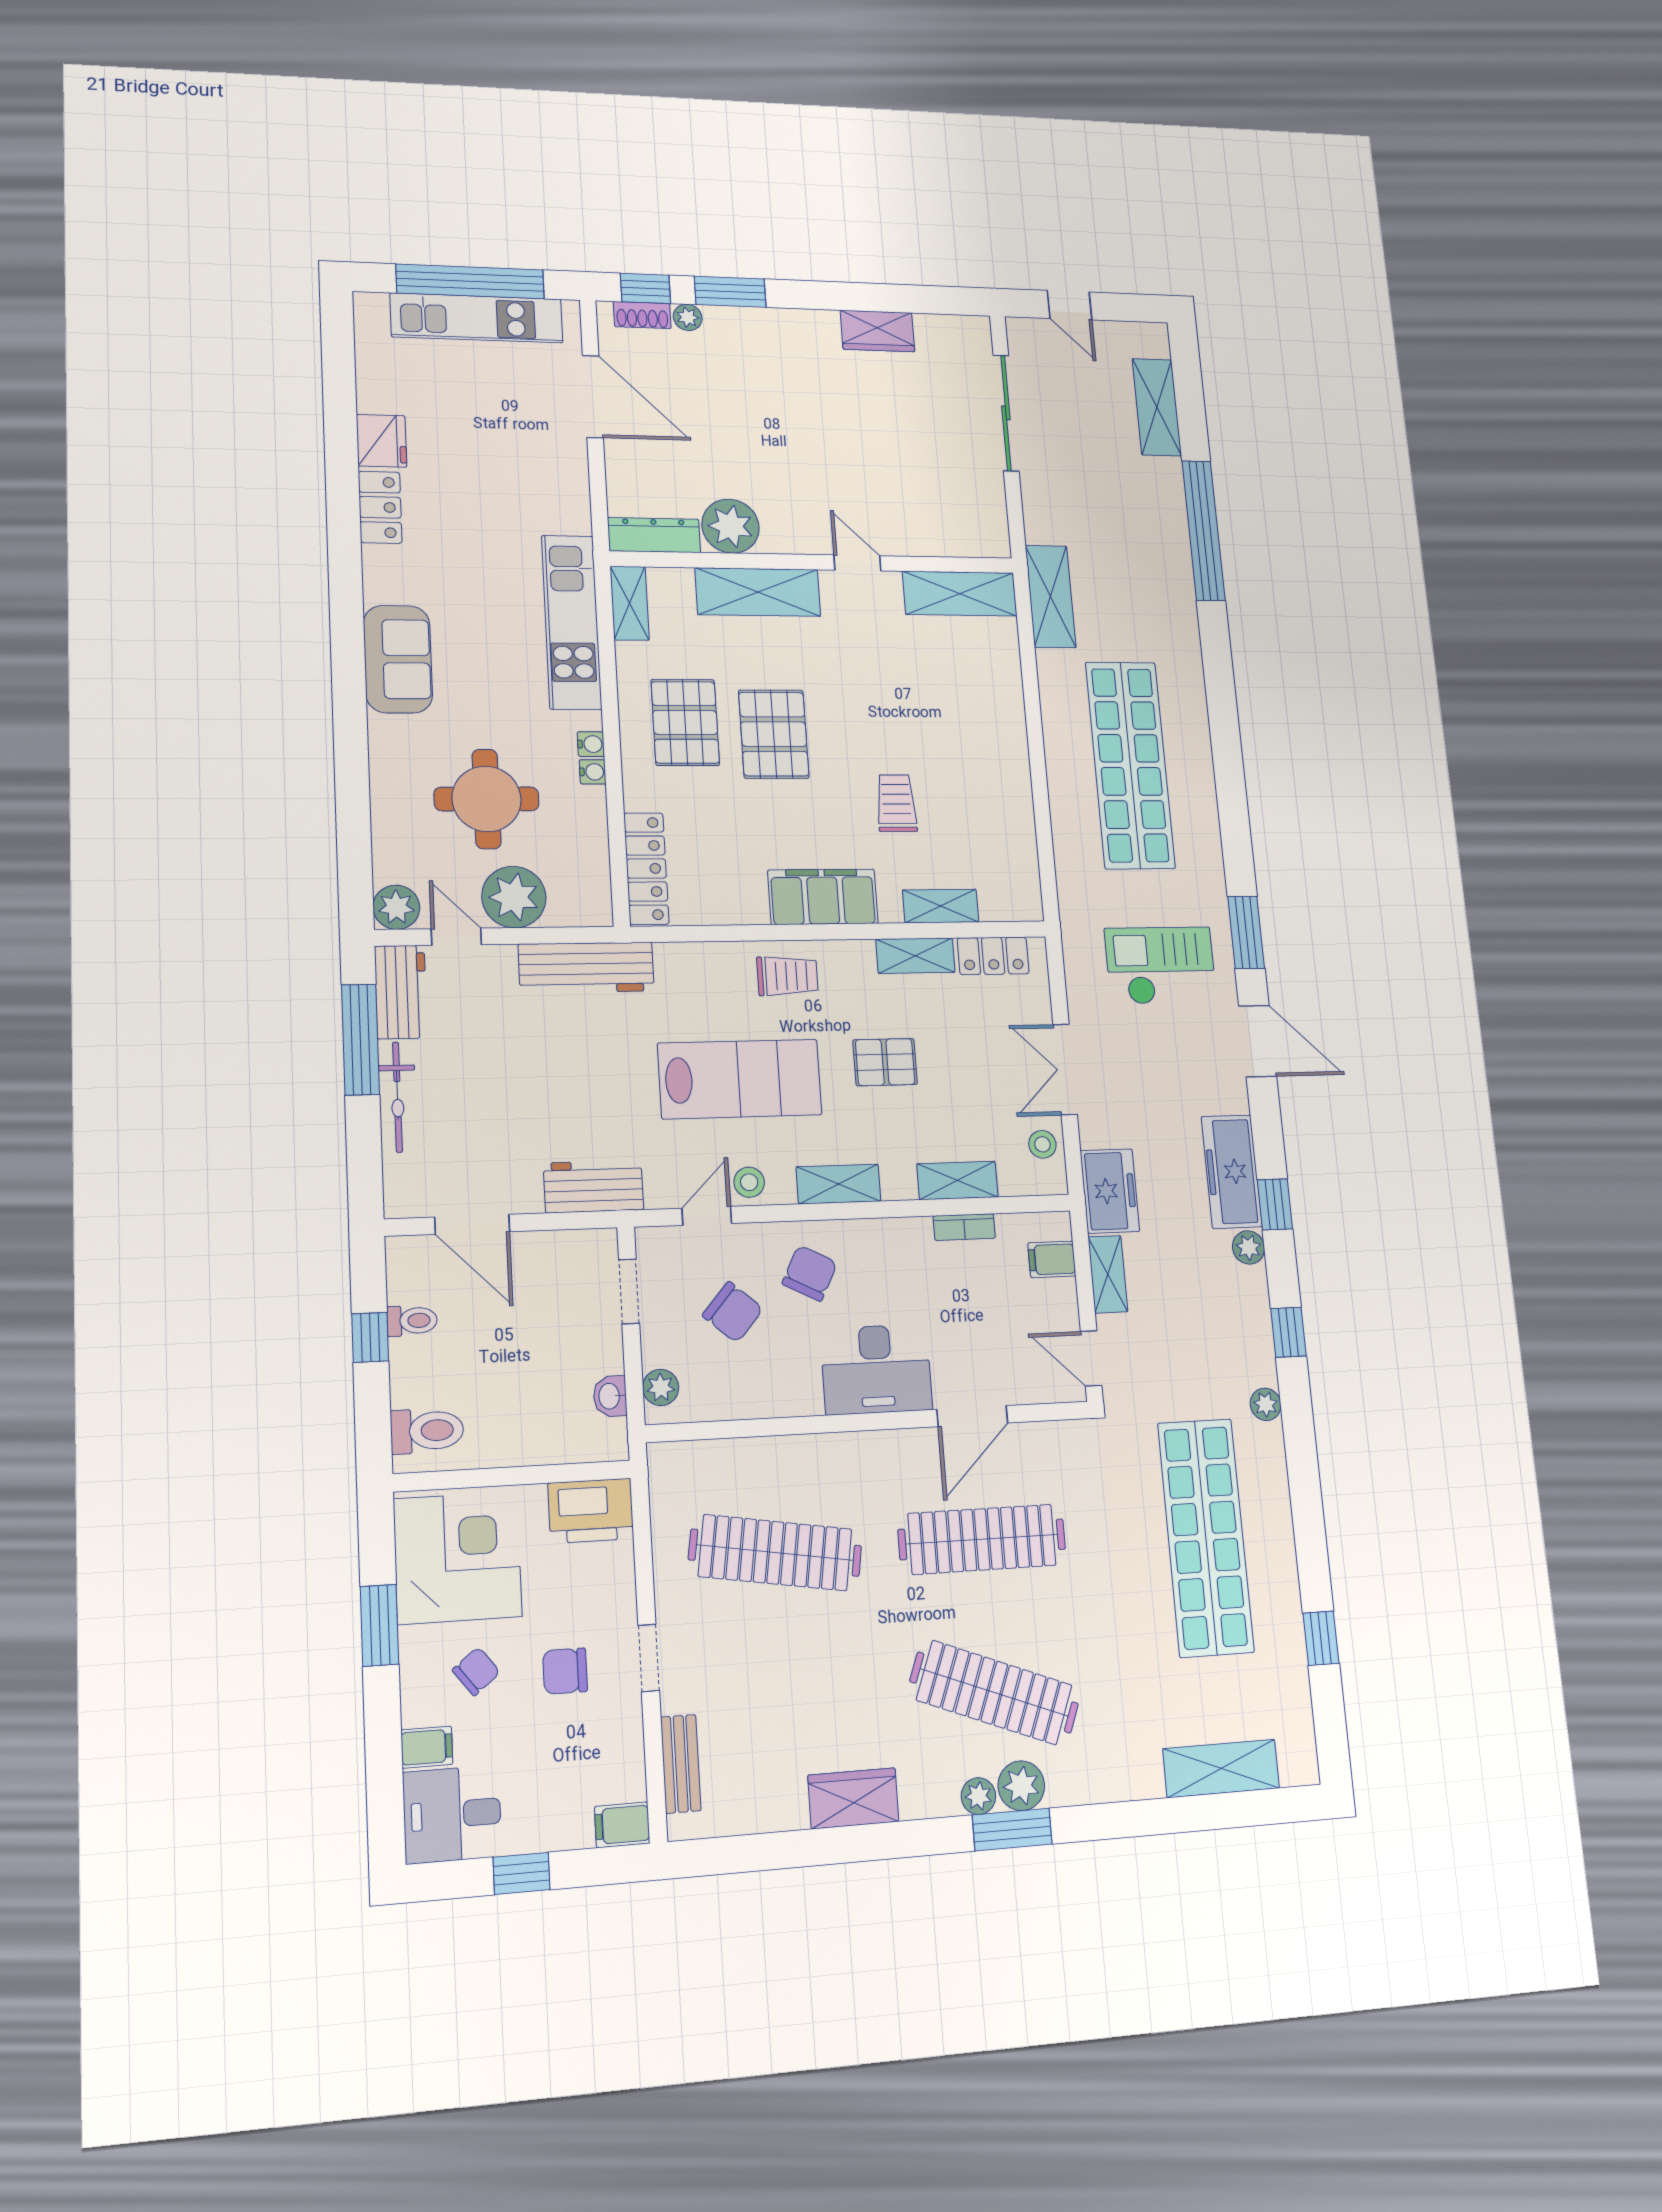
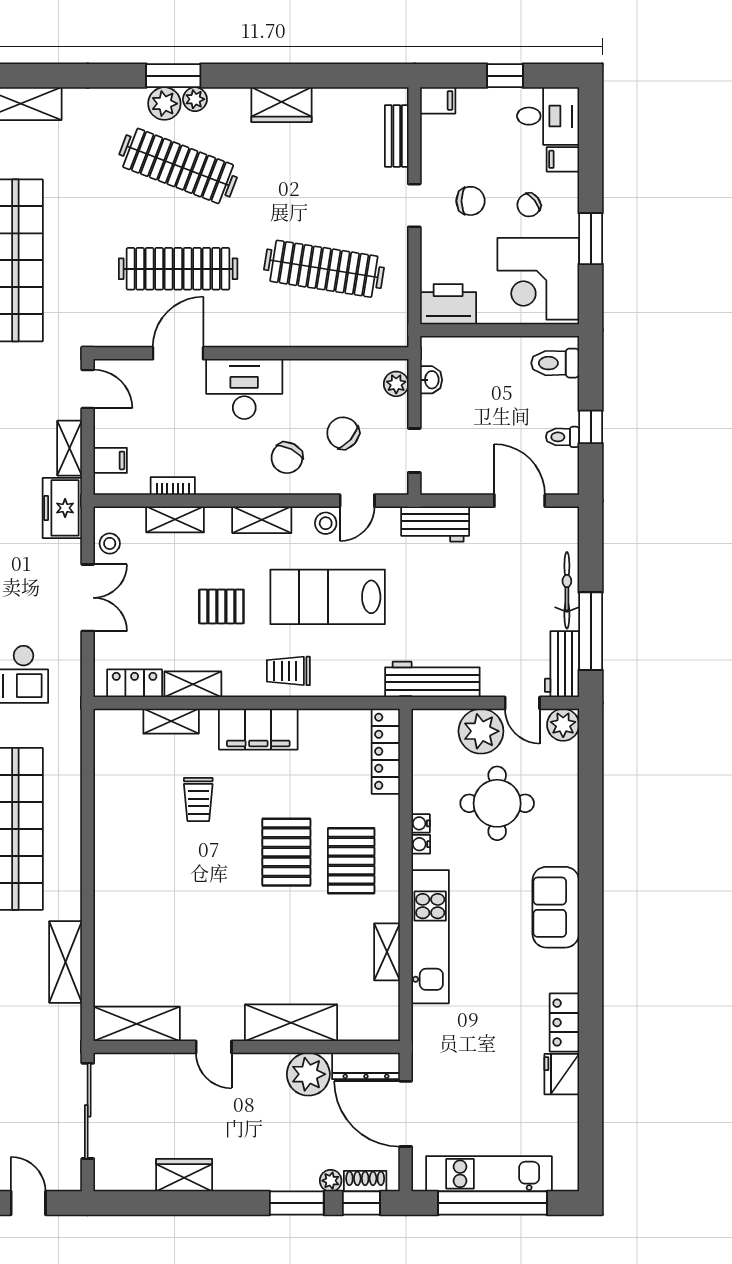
plant: (731, 526) -> (308, 1074), moved
dresser: (654, 535) -> (366, 1066), moved
wall: (814, 562) -> (247, 1047), moved
door: (857, 563) -> (214, 1047), moved
shelving: (758, 592) -> (291, 1023), moved
shelving: (960, 594) -> (137, 1024), moved

